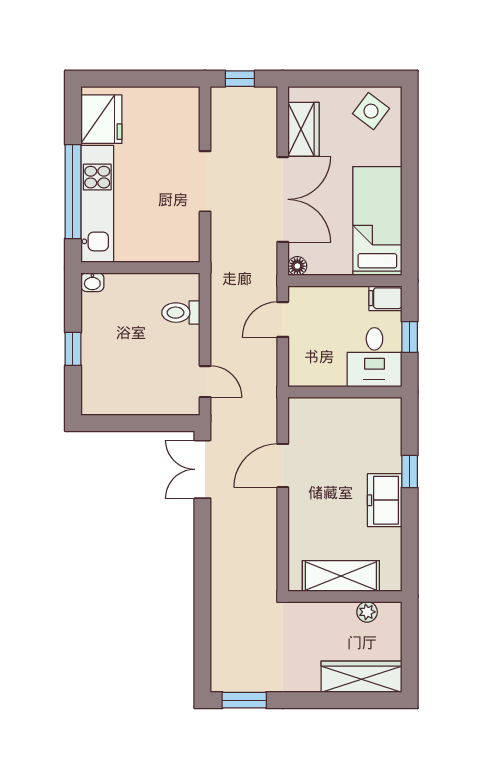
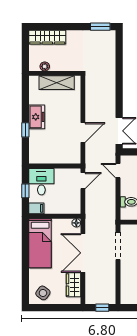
doorway: (205, 181) -> (118, 246), moved
door: (283, 319) -> (83, 181), moved

